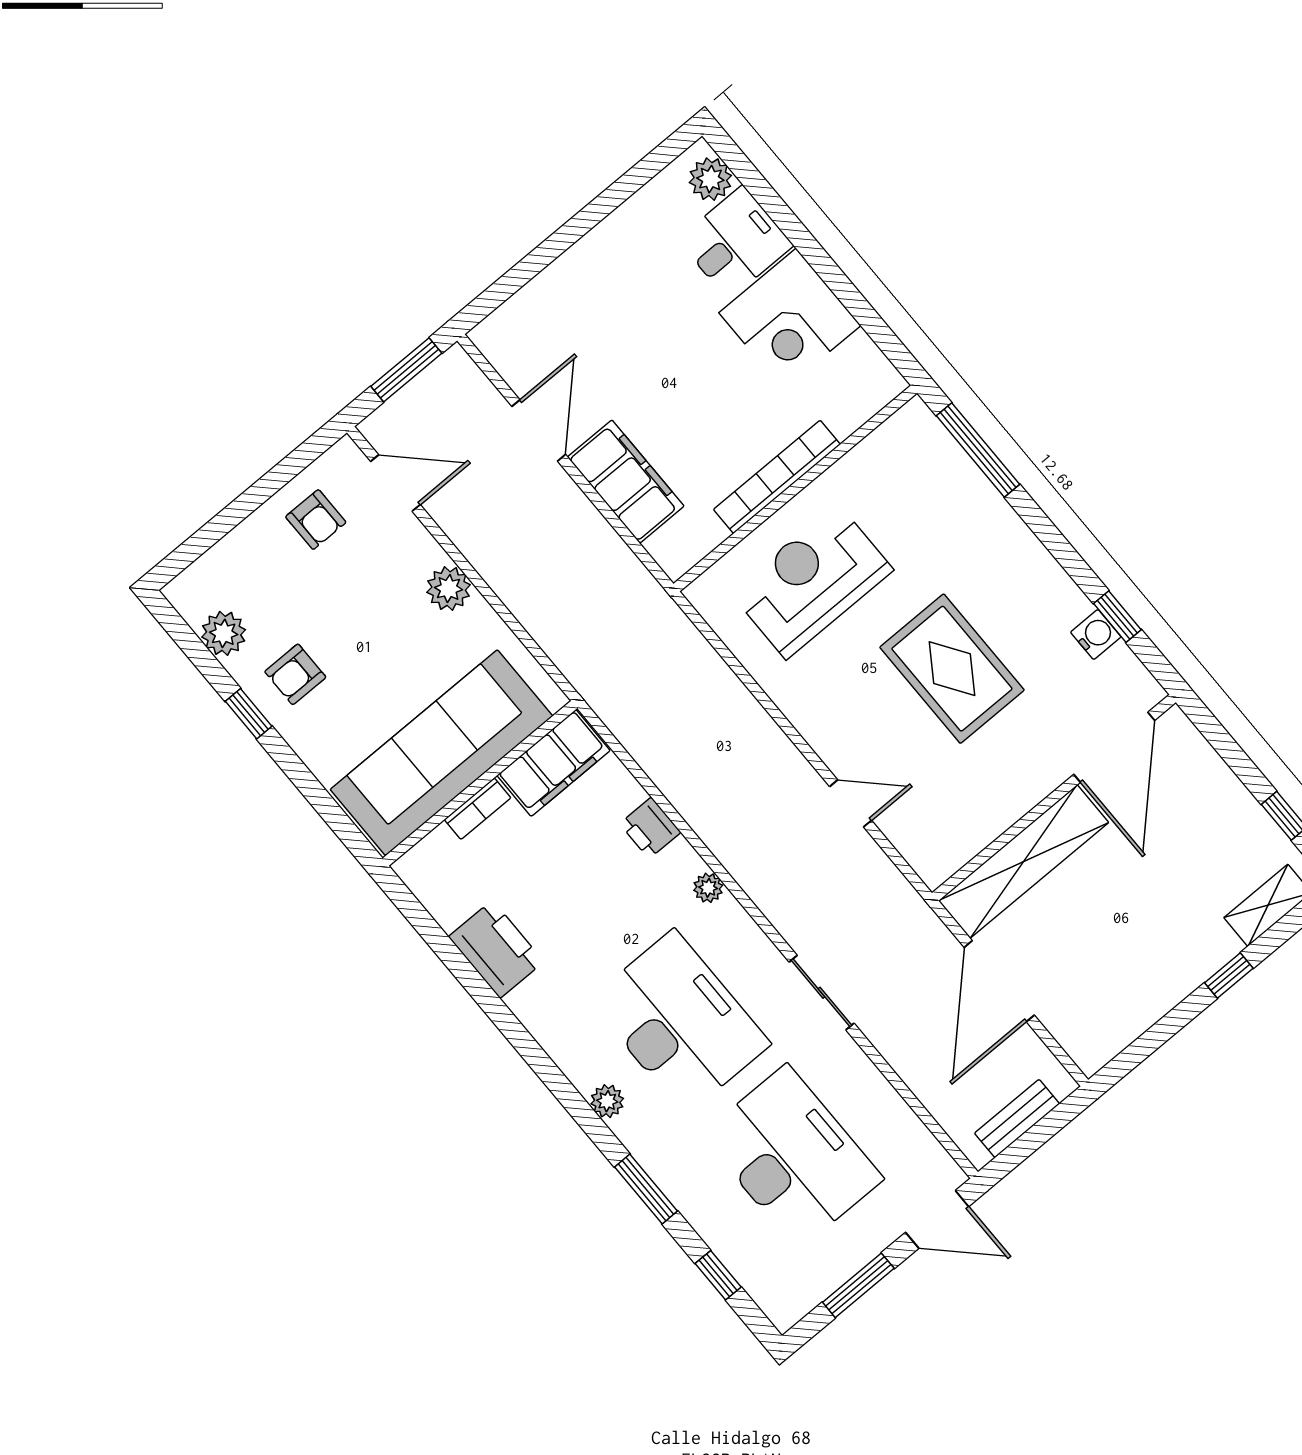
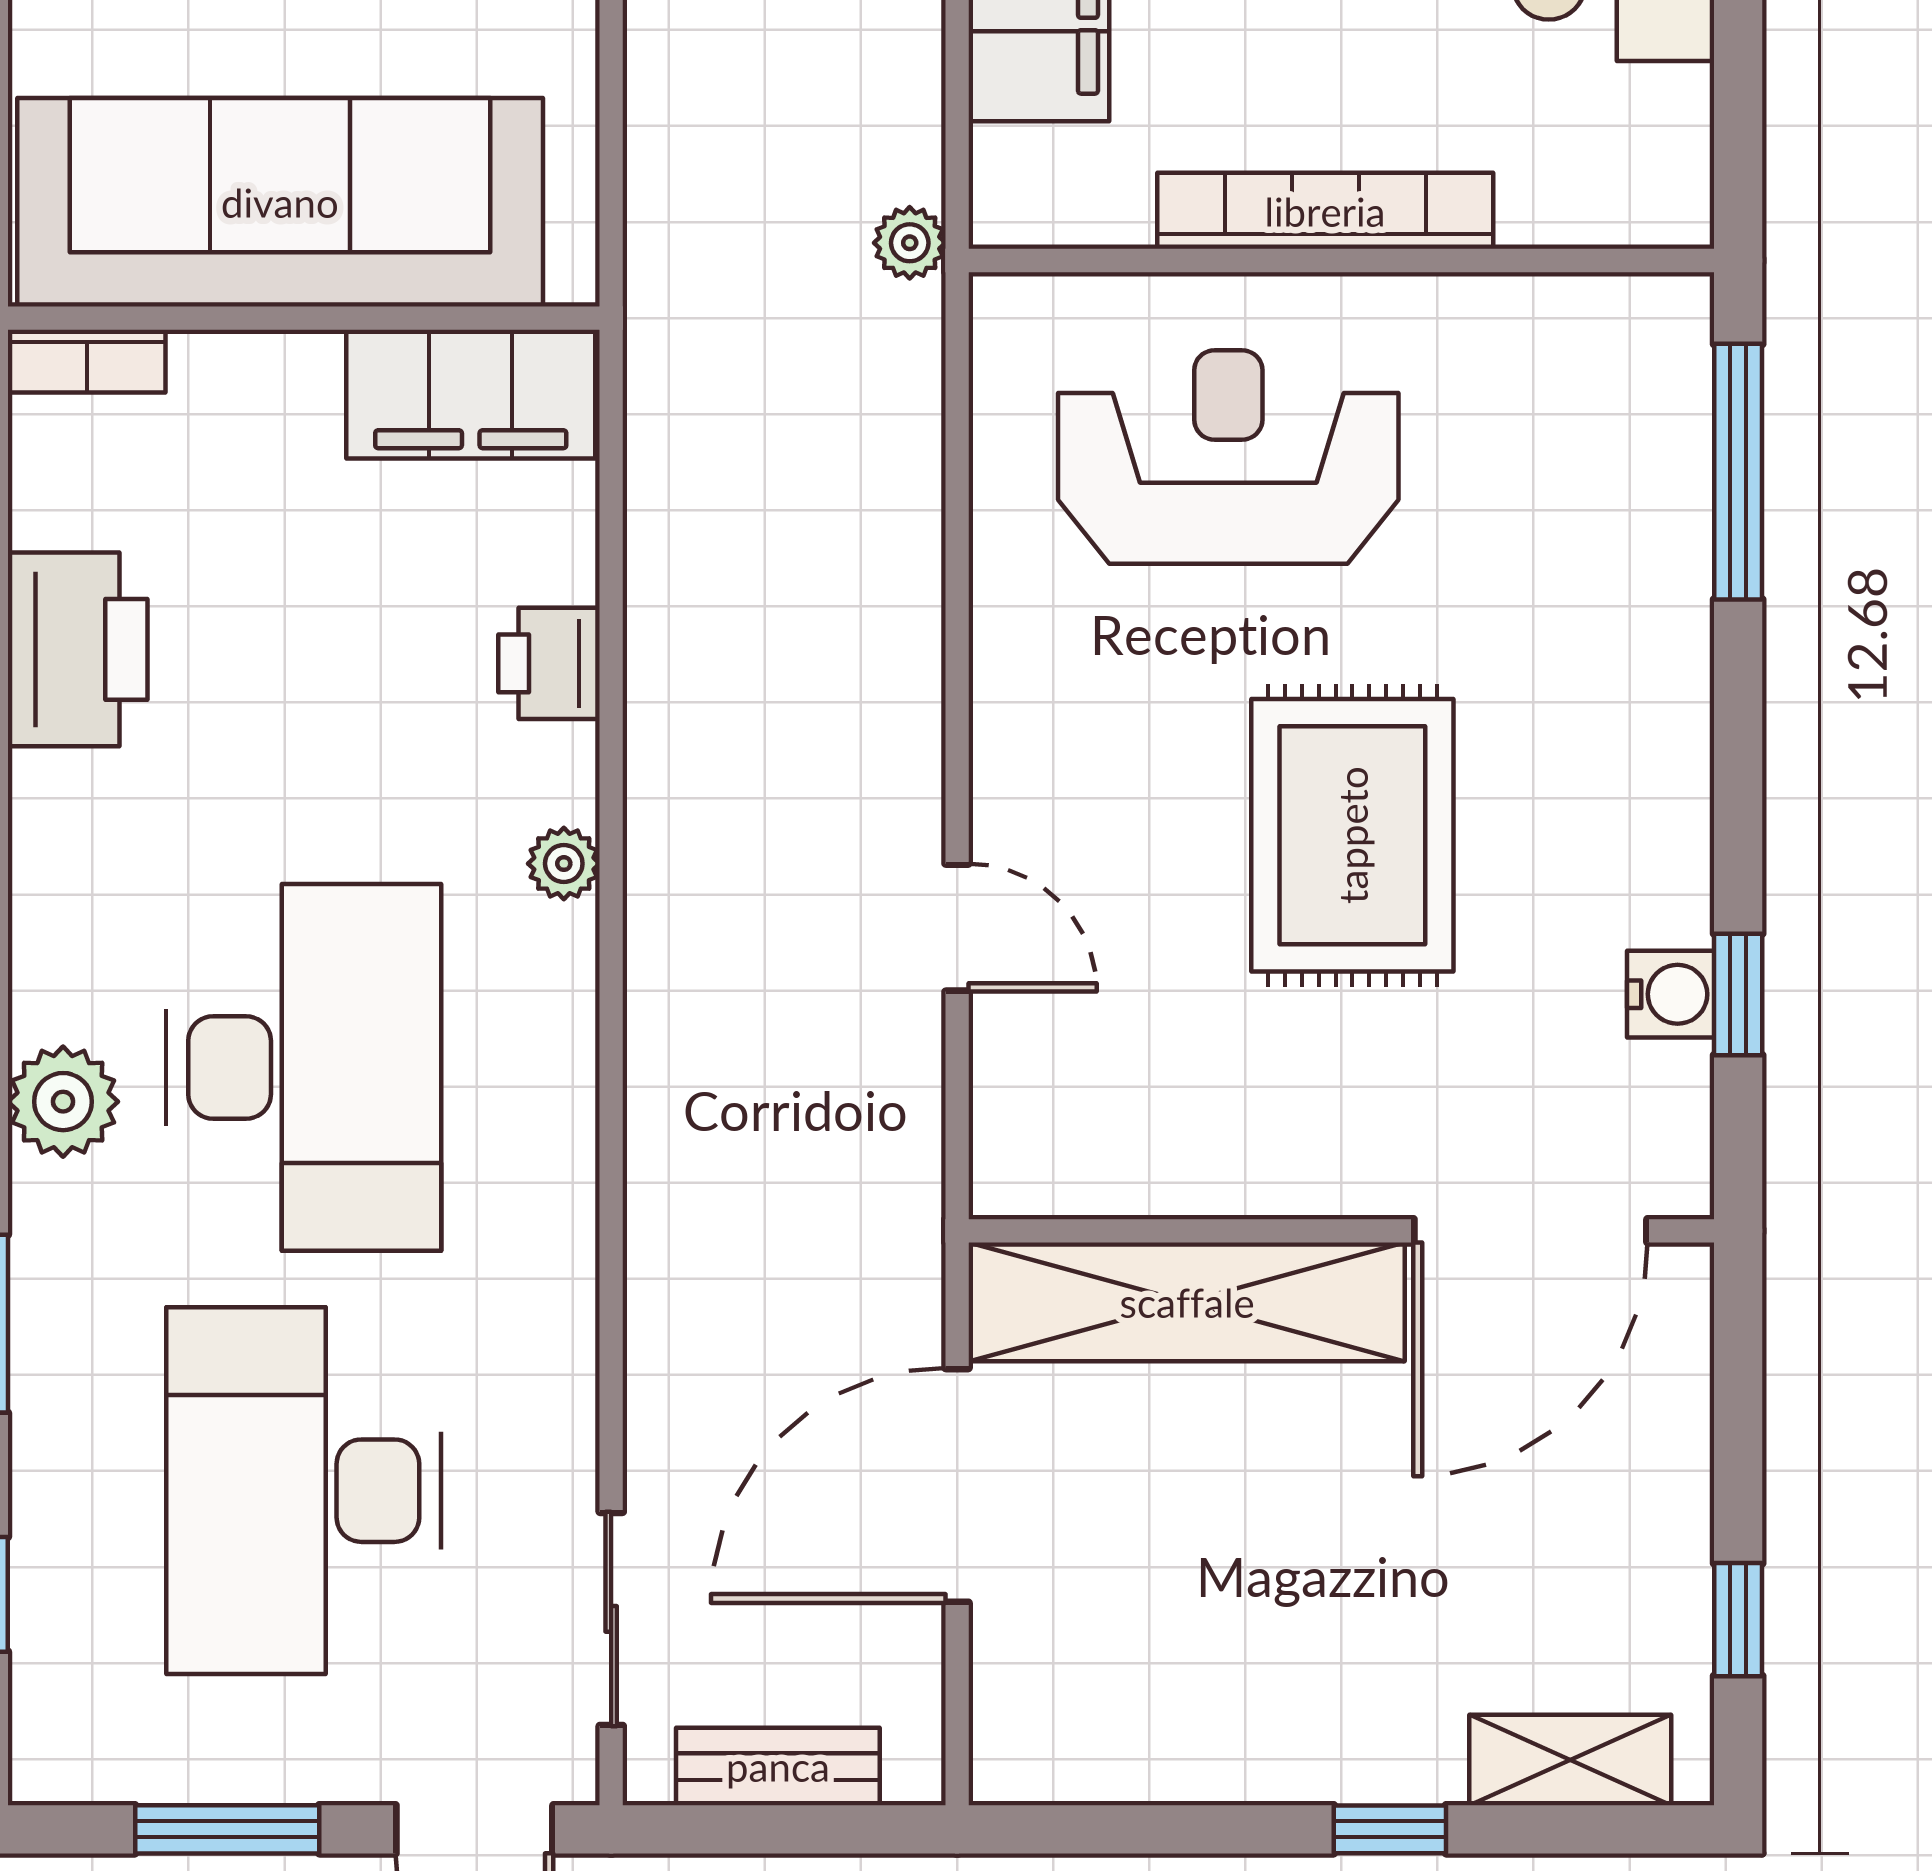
plant: (653, 598) -> (910, 243), added
bookcase: (478, 809) -> (87, 361), moved
sliding door: (822, 993) -> (611, 1619), moved
plant: (607, 1101) -> (63, 1102), width x1.38, depth x1.38
desk: (792, 1157) -> (304, 1491), turned 180

